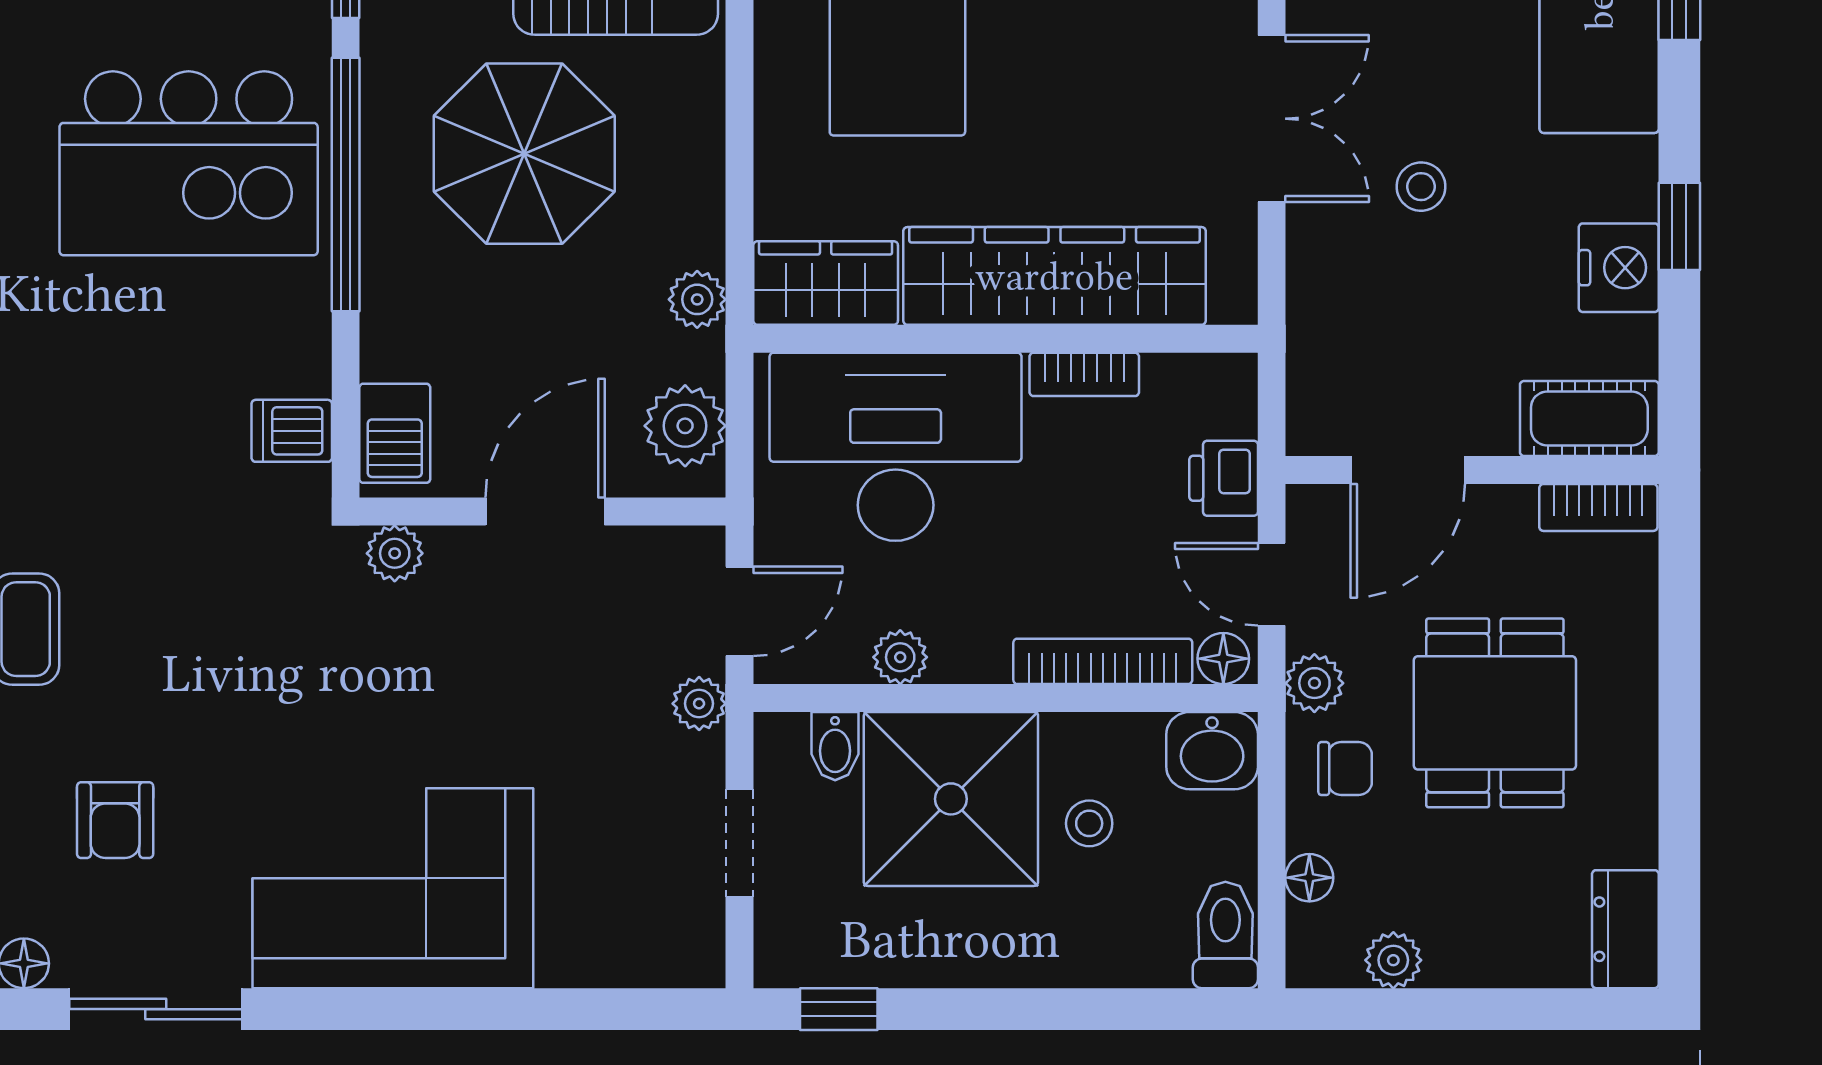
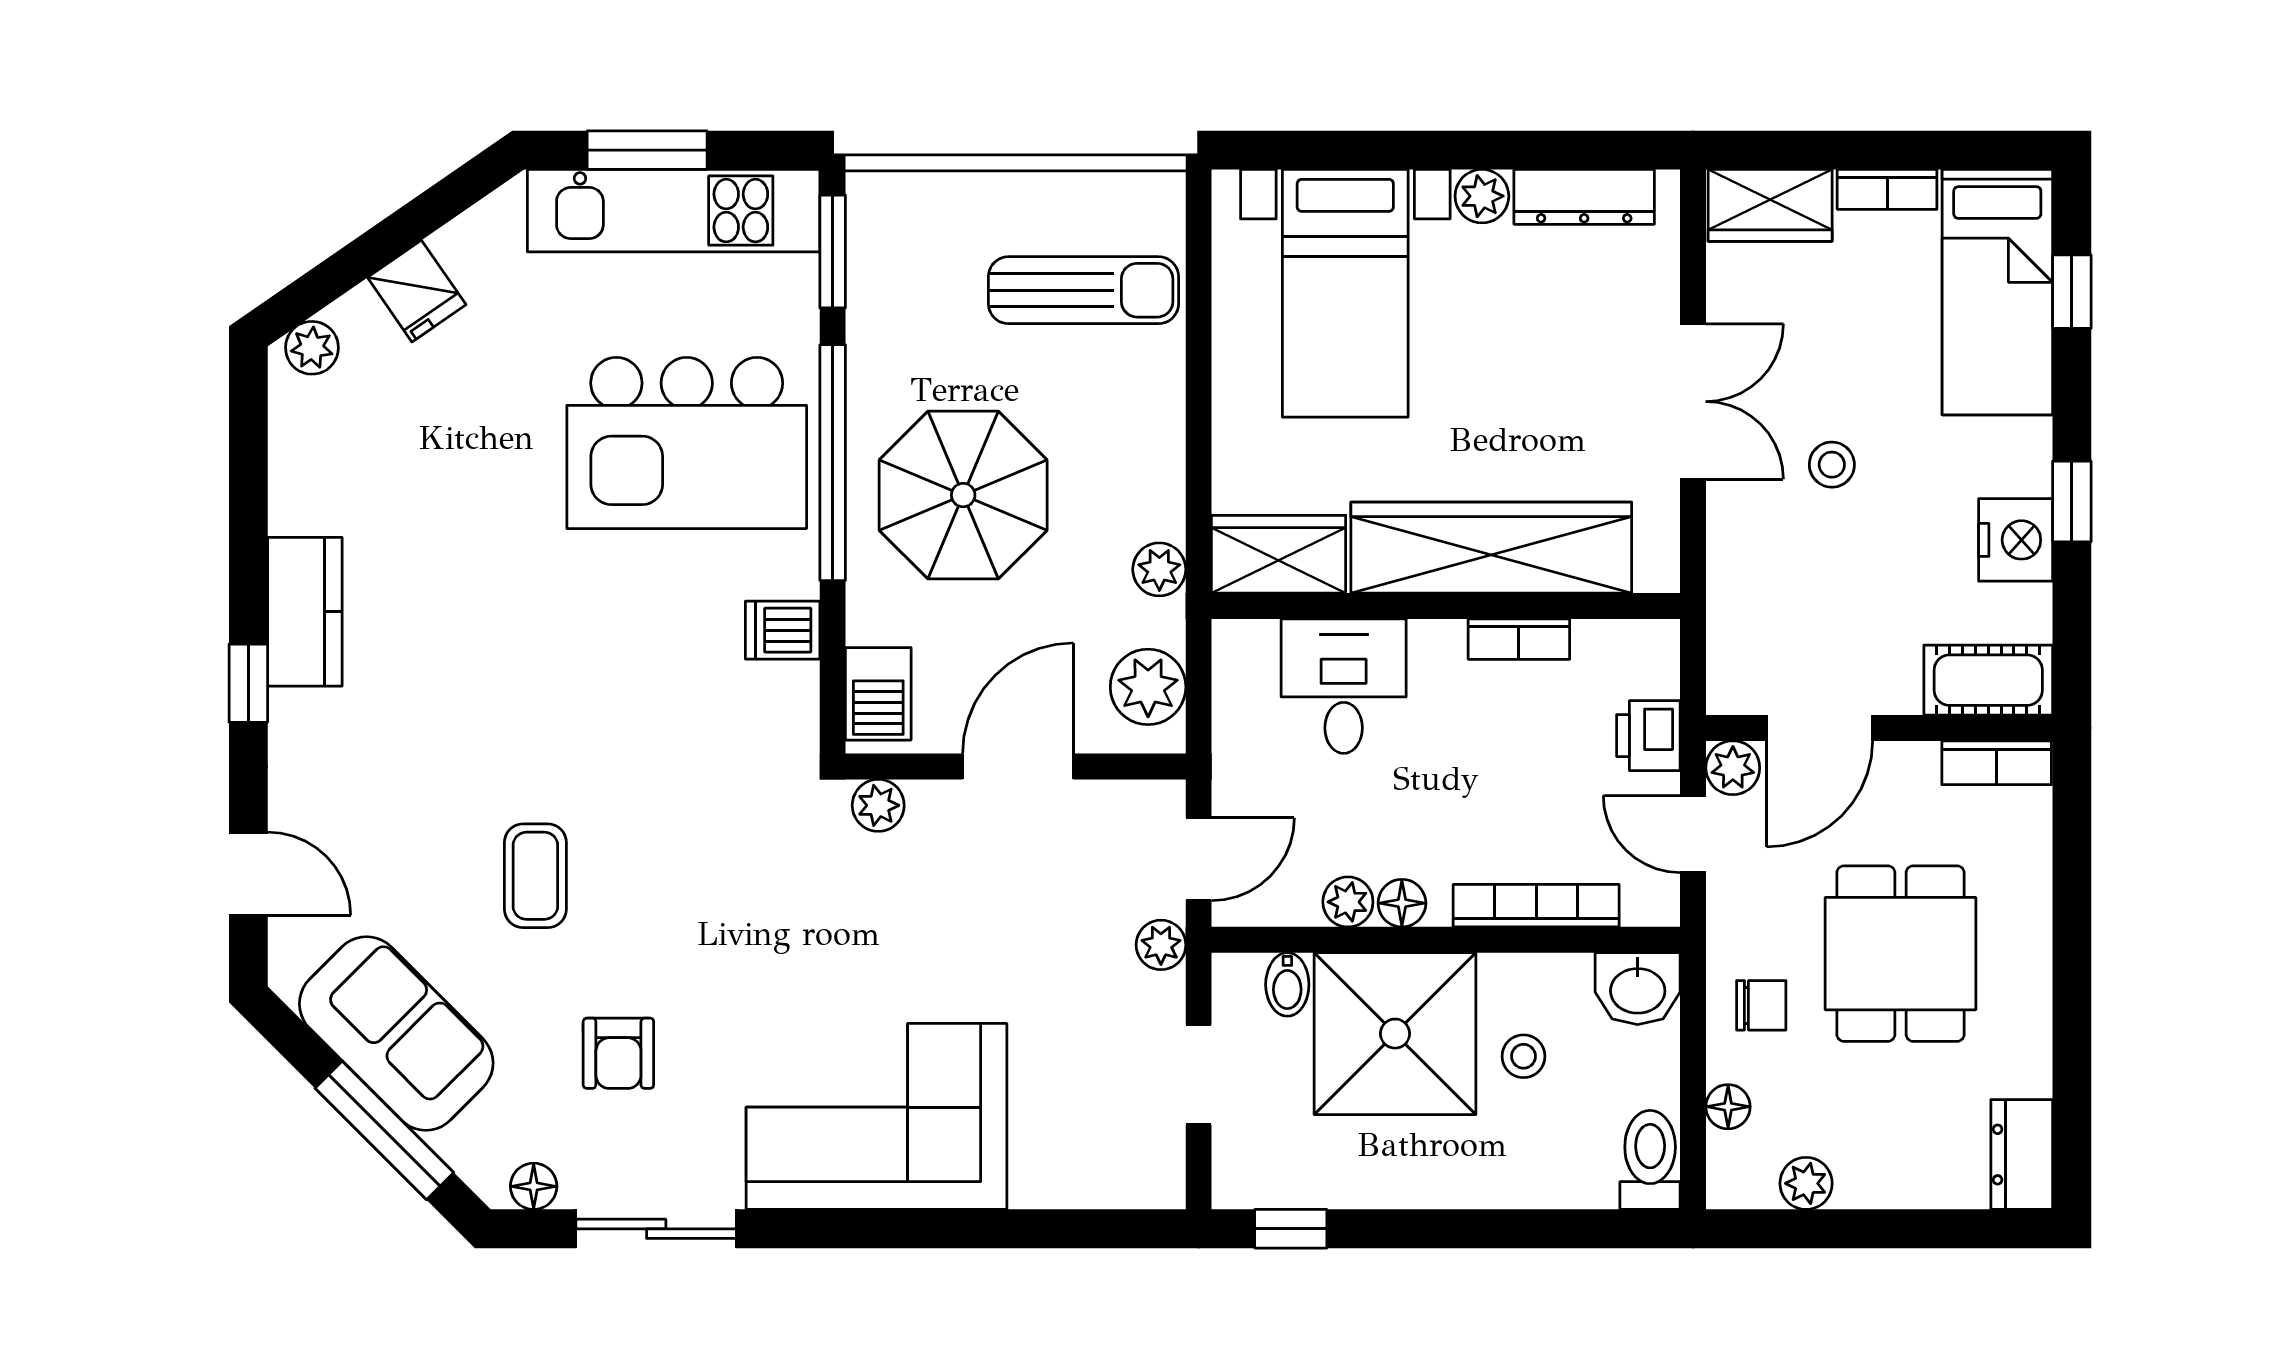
parasol: (524, 154) -> (963, 495), moved
dishwasher: (292, 431) -> (783, 630), moved
desk: (896, 447) -> (1344, 686), width x0.53, depth x0.77
floor lamp: (1223, 659) -> (1402, 903), moved
plant: (1314, 683) -> (1733, 768), moved

